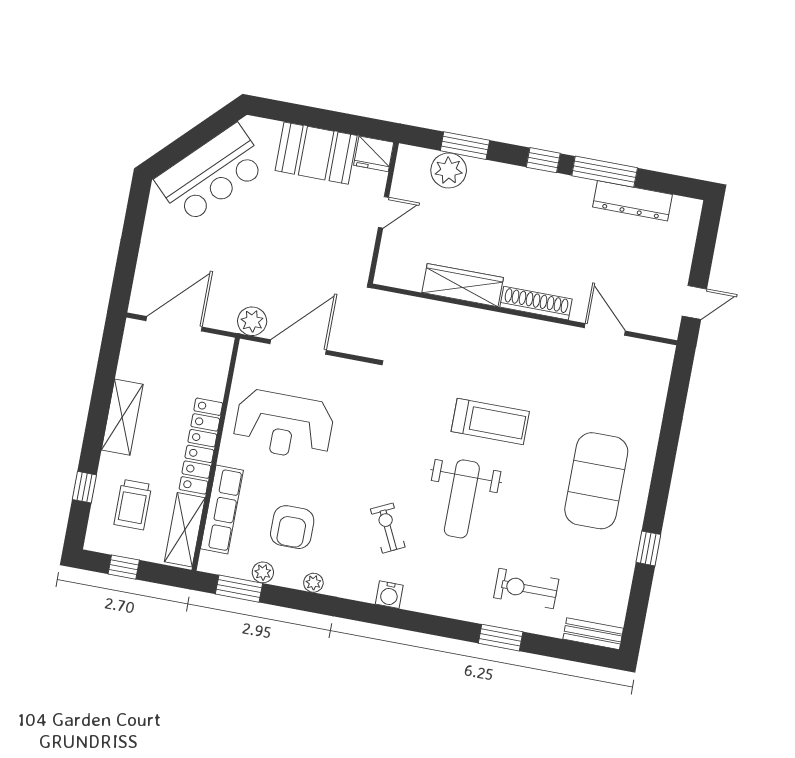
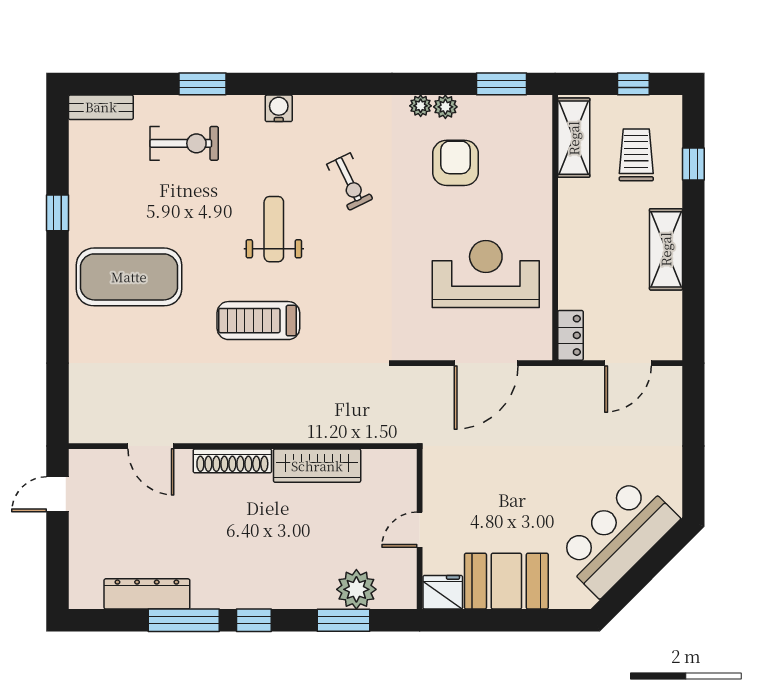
plant: (252, 321) -> (542, 382), removed
door: (174, 324) -> (628, 363), width x0.73
locker: (201, 446) -> (570, 335), moved, width x0.46, depth x0.83
exercise mat: (596, 481) -> (129, 277), turned 90
weight bench: (462, 499) -> (274, 229), width x0.73, depth x0.75
row of seats: (222, 510) -> (537, 168), removed
plant: (263, 572) -> (445, 107), moved
water cooler: (389, 595) -> (279, 108), moved

